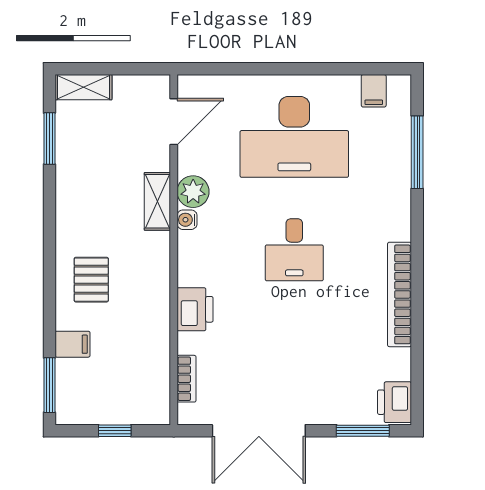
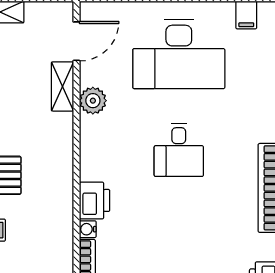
shelving: (157, 201) -> (63, 86), moved
water cooler: (187, 220) -> (88, 229), moved

